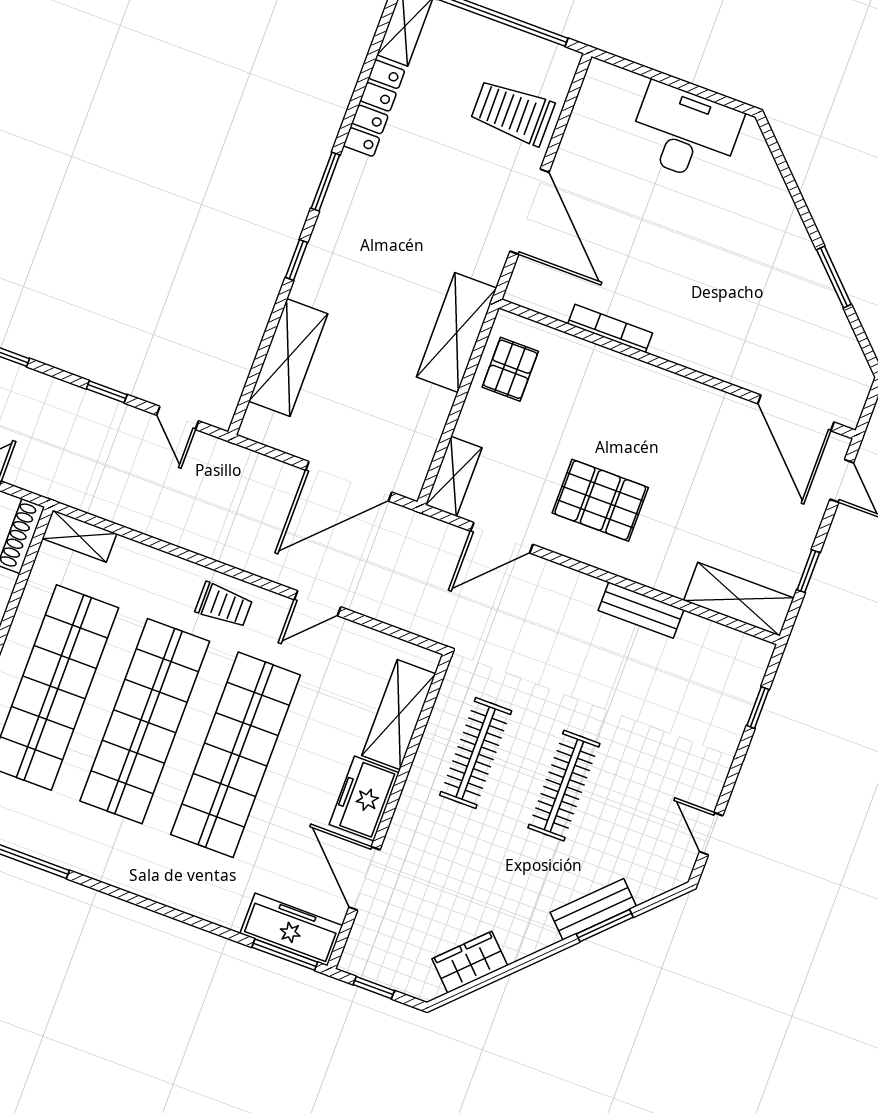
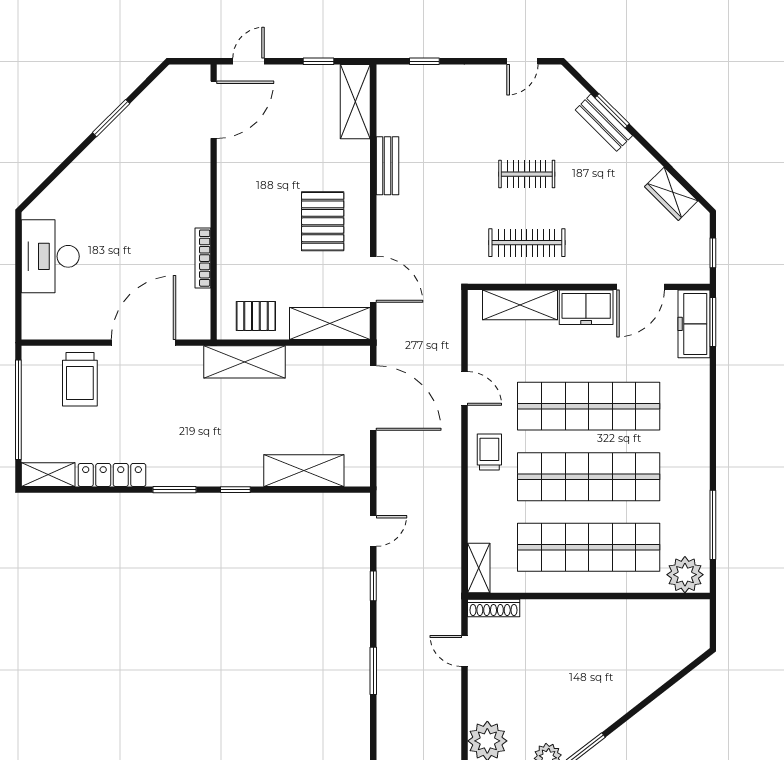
shelving: (454, 476) -> (330, 323), width x1.50, depth x1.33
clothes rail: (564, 786) -> (527, 174), width x0.73

